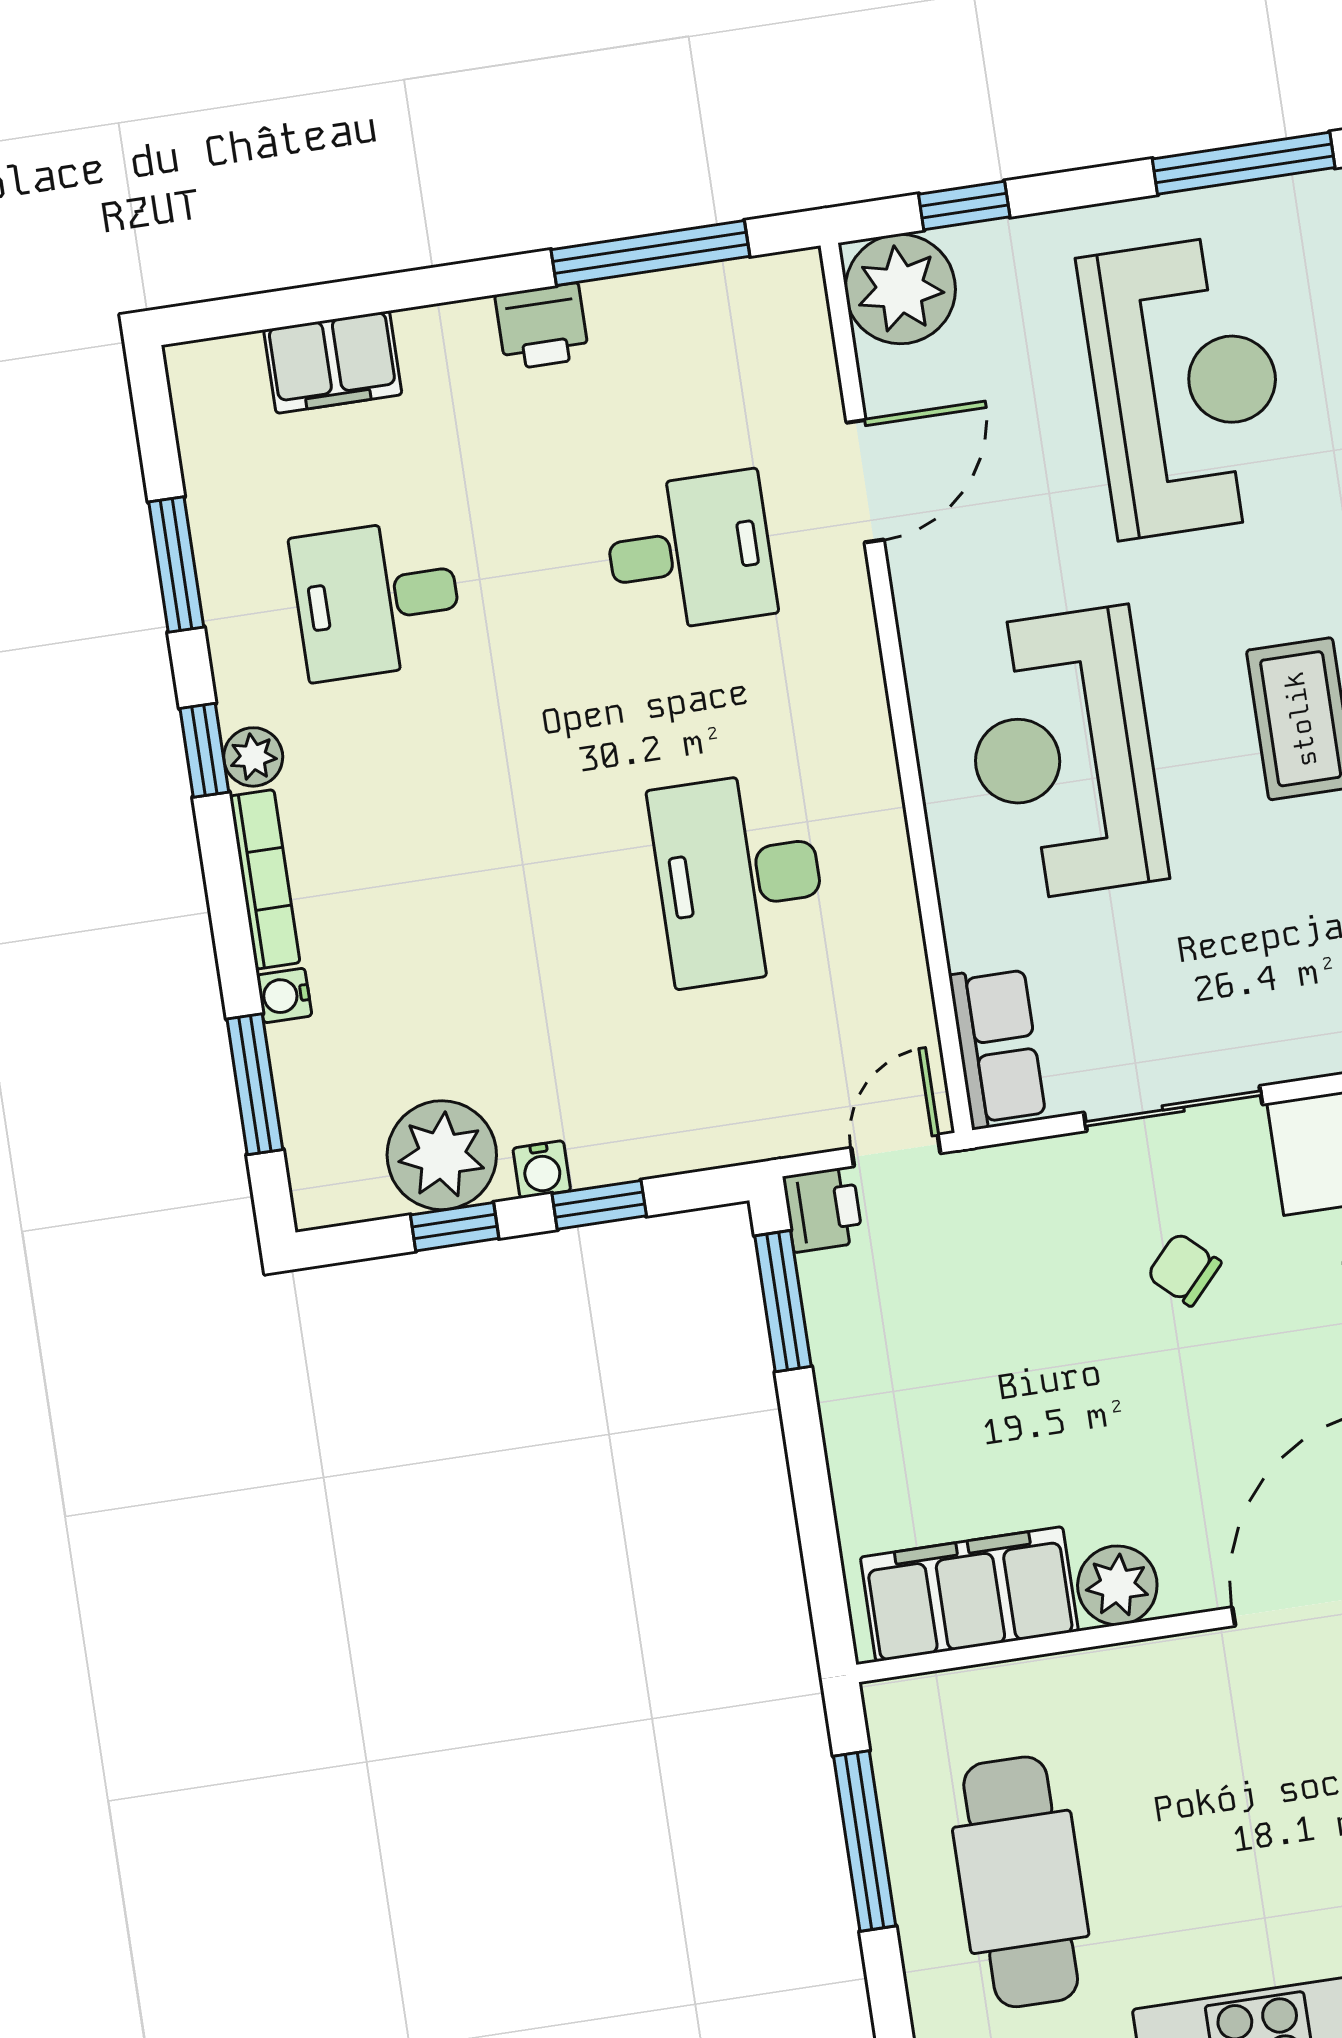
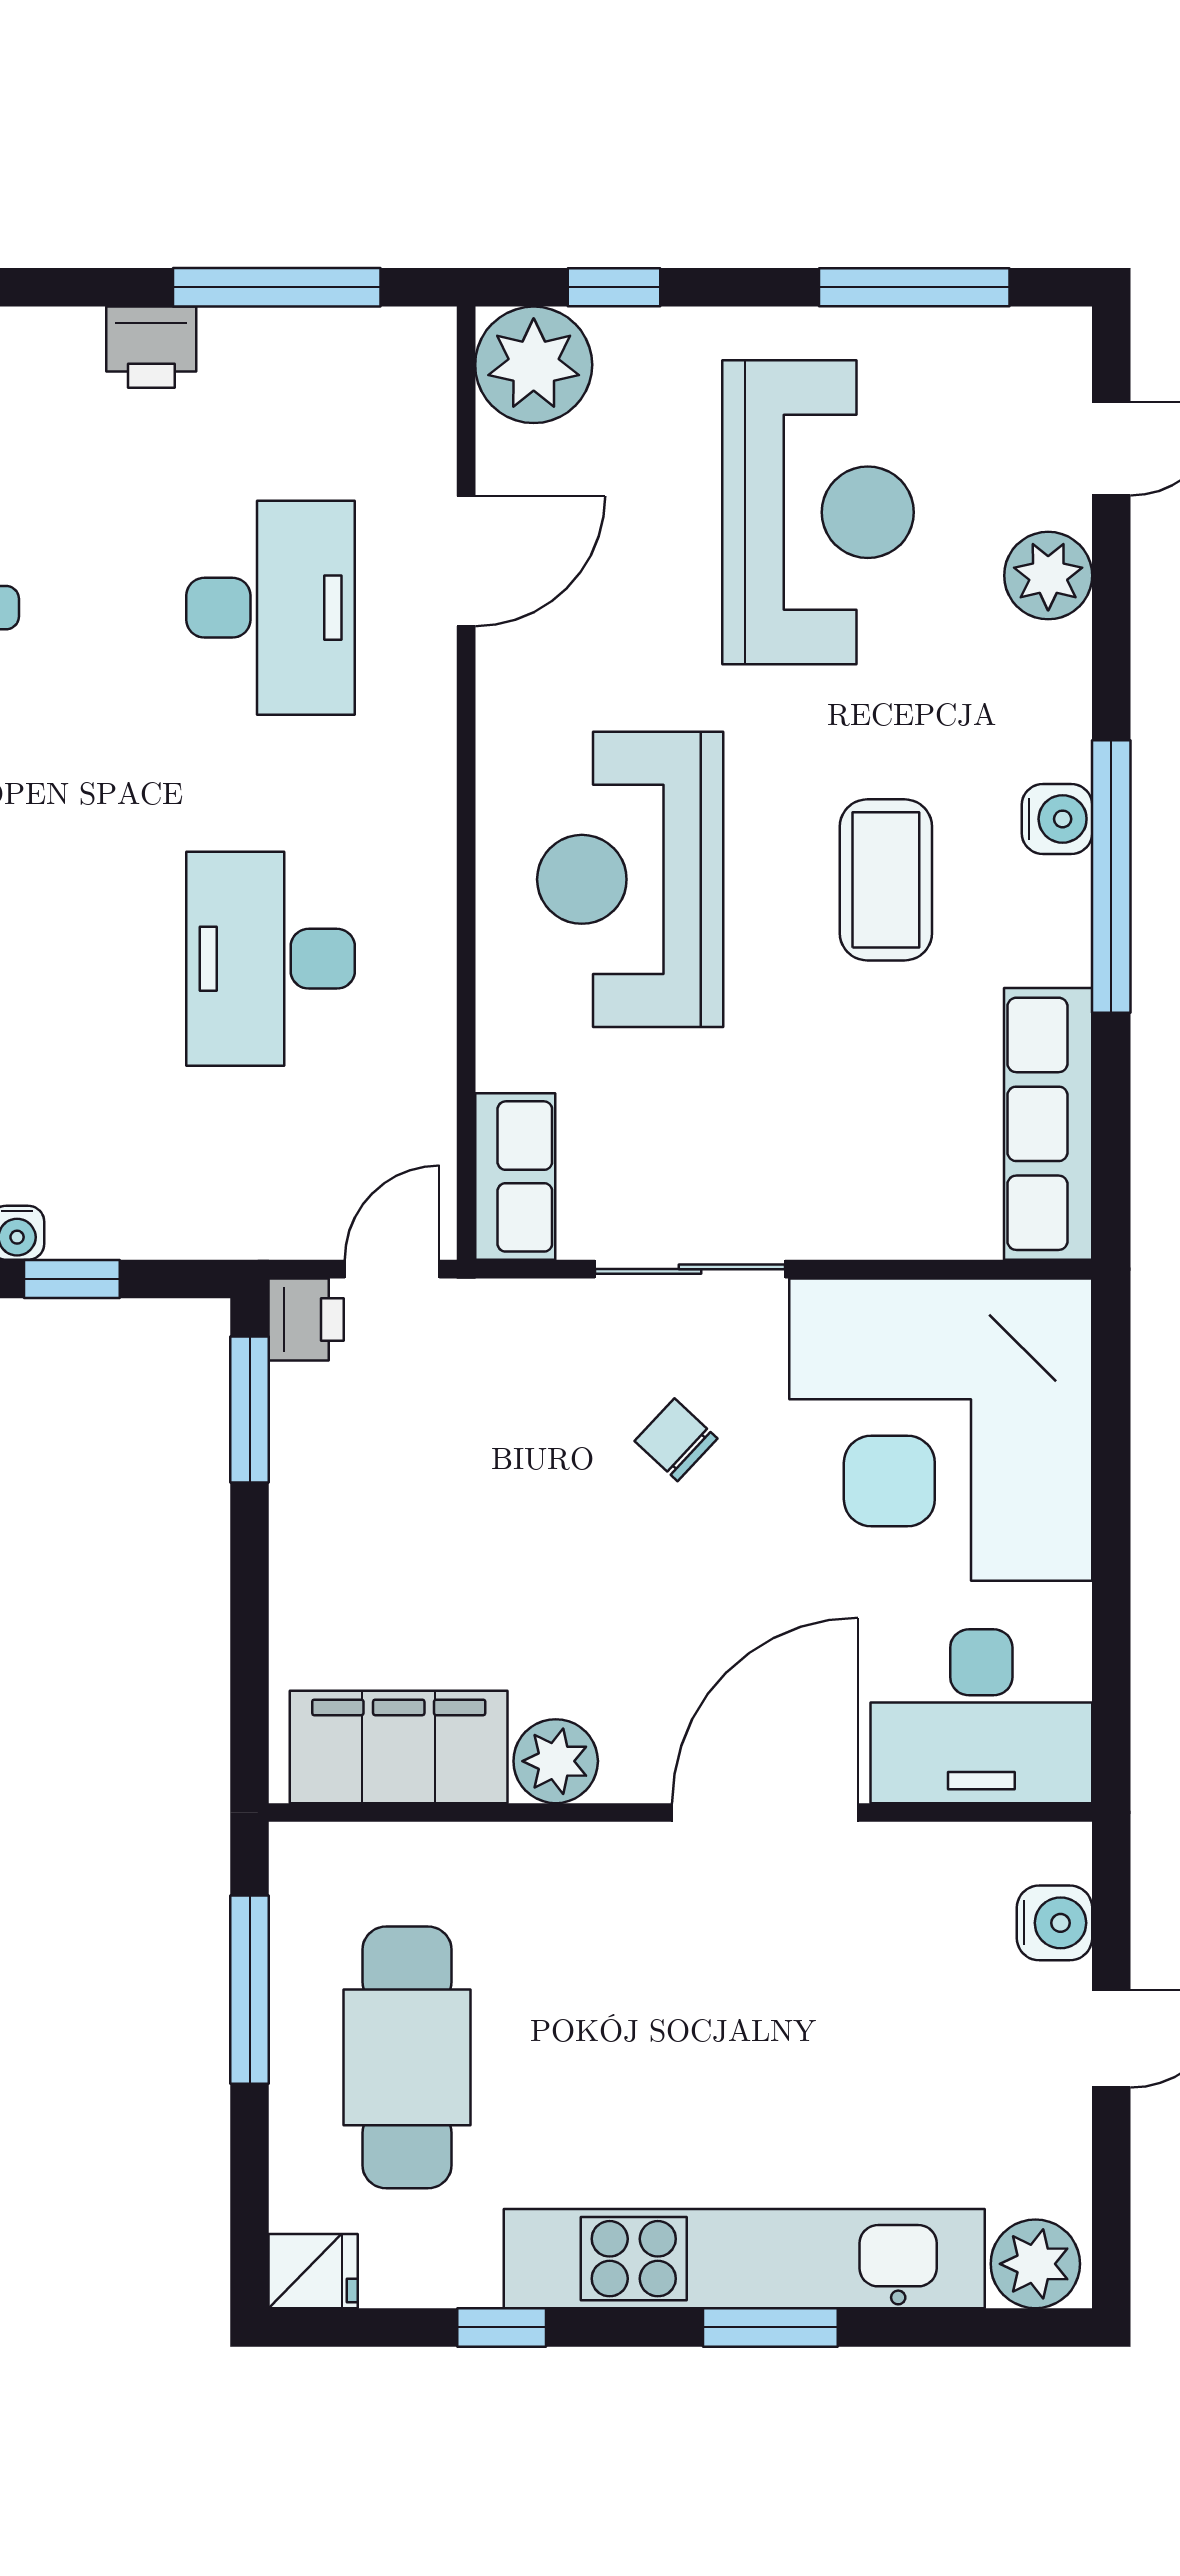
desk: (690, 552) -> (271, 608), width x1.37

